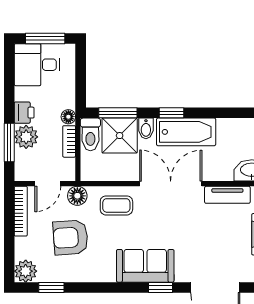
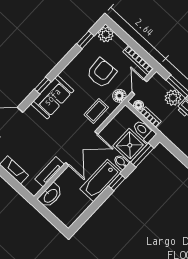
floor lamp: (68, 117) -> (139, 105), moved
window: (161, 288) -> (43, 86), moved

